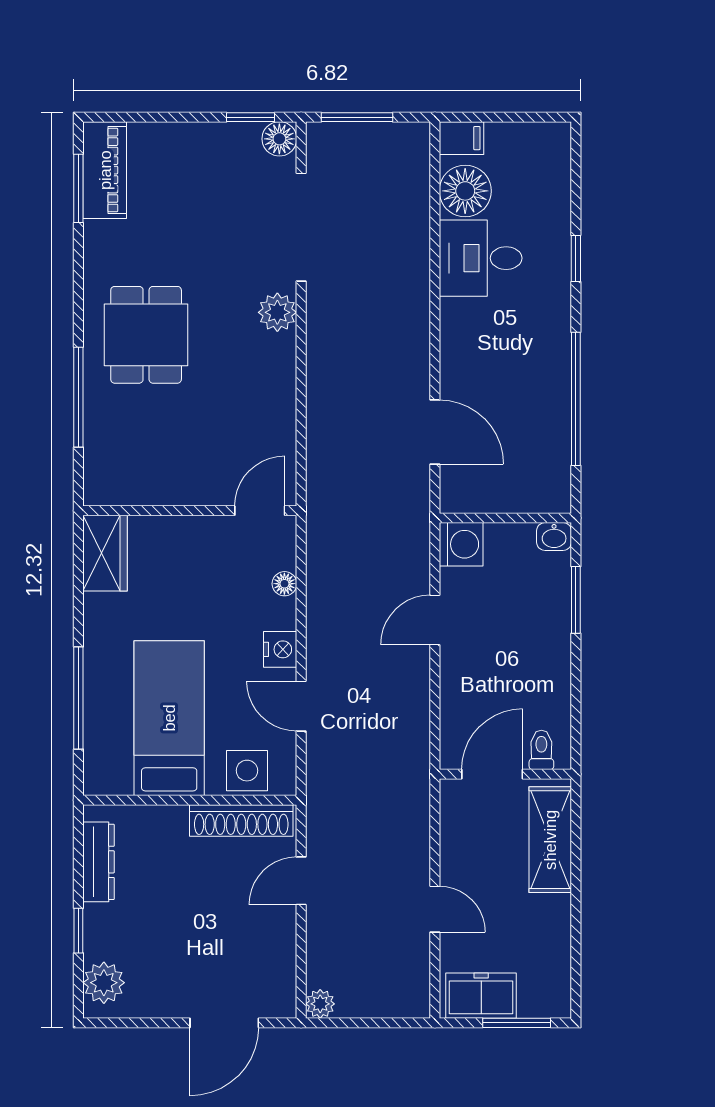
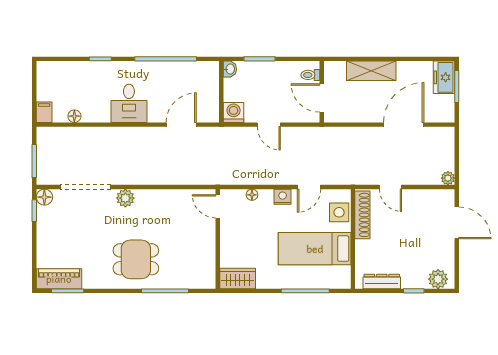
floor lamp: (465, 191) -> (74, 116), width x0.53, depth x0.53
desk: (481, 258) -> (129, 103), moved
toilet: (541, 750) -> (310, 75), moved
door: (492, 774) -> (322, 98), moved
wall: (505, 774) -> (322, 92), moved
door: (435, 909) -> (404, 125), width x1.87
freezer: (481, 996) -> (444, 77), moved

